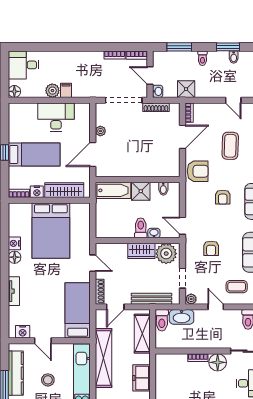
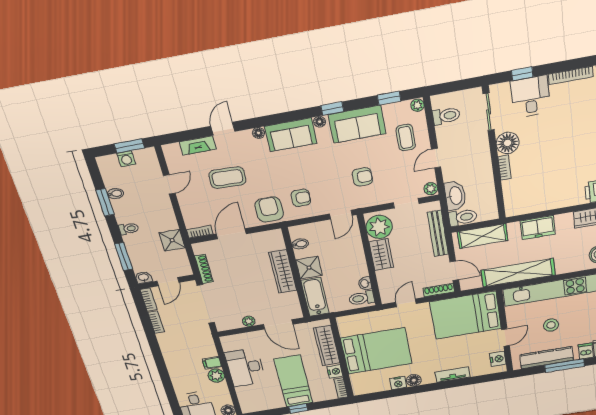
washbasin: (158, 91) -> (144, 277), moved
door: (183, 137) -> (231, 234), hinge flipped
wardrobe: (141, 169) -> (283, 271), added
armchair: (223, 197) -> (301, 198), moved
toilet: (141, 228) -> (362, 298), moved
washbasin: (154, 233) -> (365, 284), moved
bed: (78, 310) -> (466, 315), width x1.50

